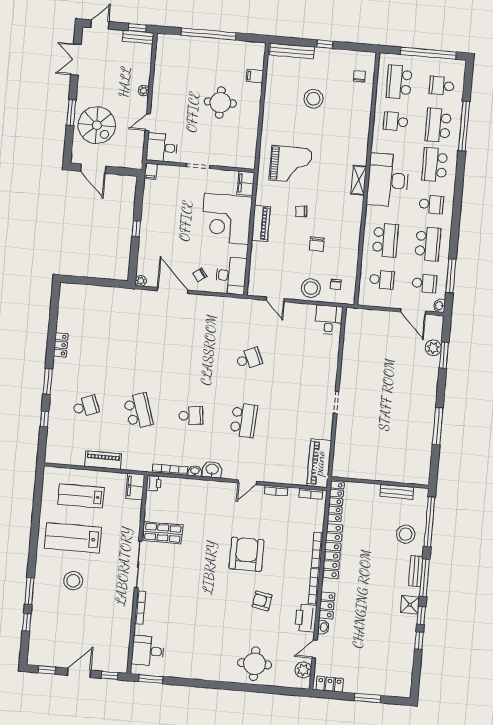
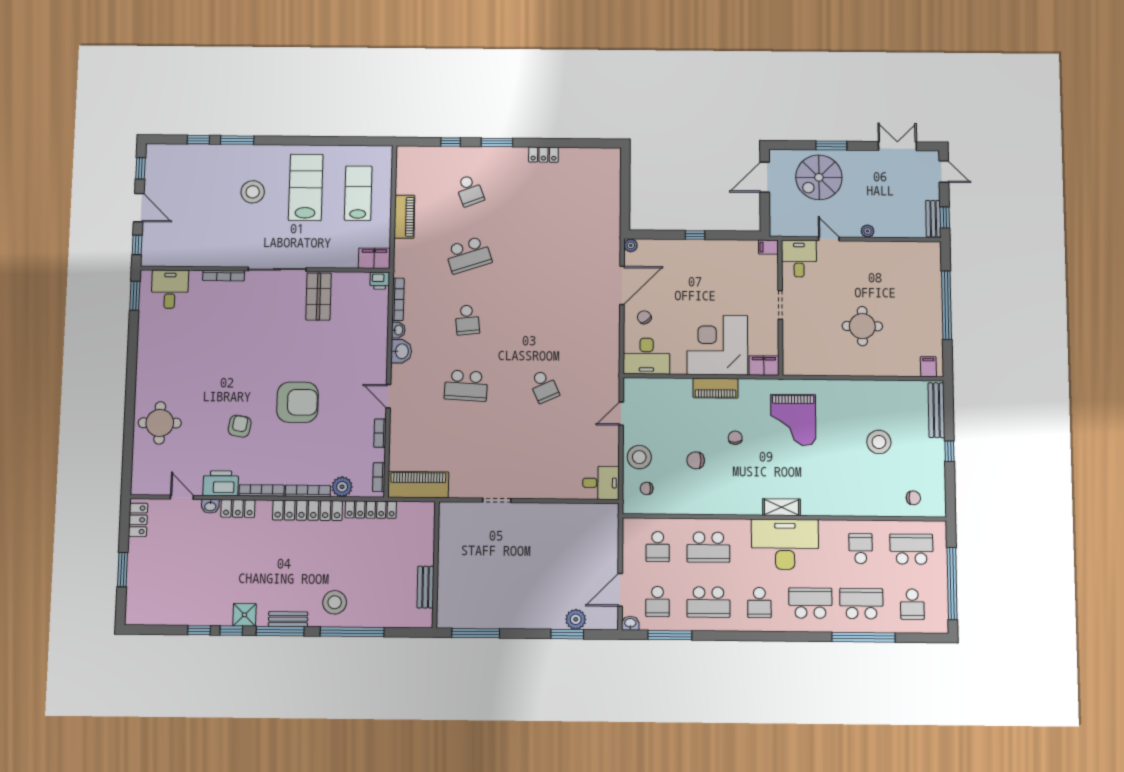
filing cabinet: (255, 76) -> (928, 367), moved
school desk: (442, 86) -> (912, 604), turned 180
wall: (380, 483) -> (436, 565), moved
bench: (397, 492) -> (425, 587), moved
plant: (303, 670) -> (342, 487), moved

